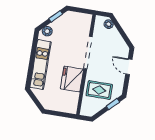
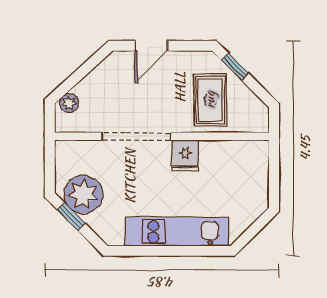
plant: (47, 31) -> (83, 195), moved, width x1.88, depth x1.88
fridge: (72, 79) -> (185, 156), width x0.53, depth x0.75

